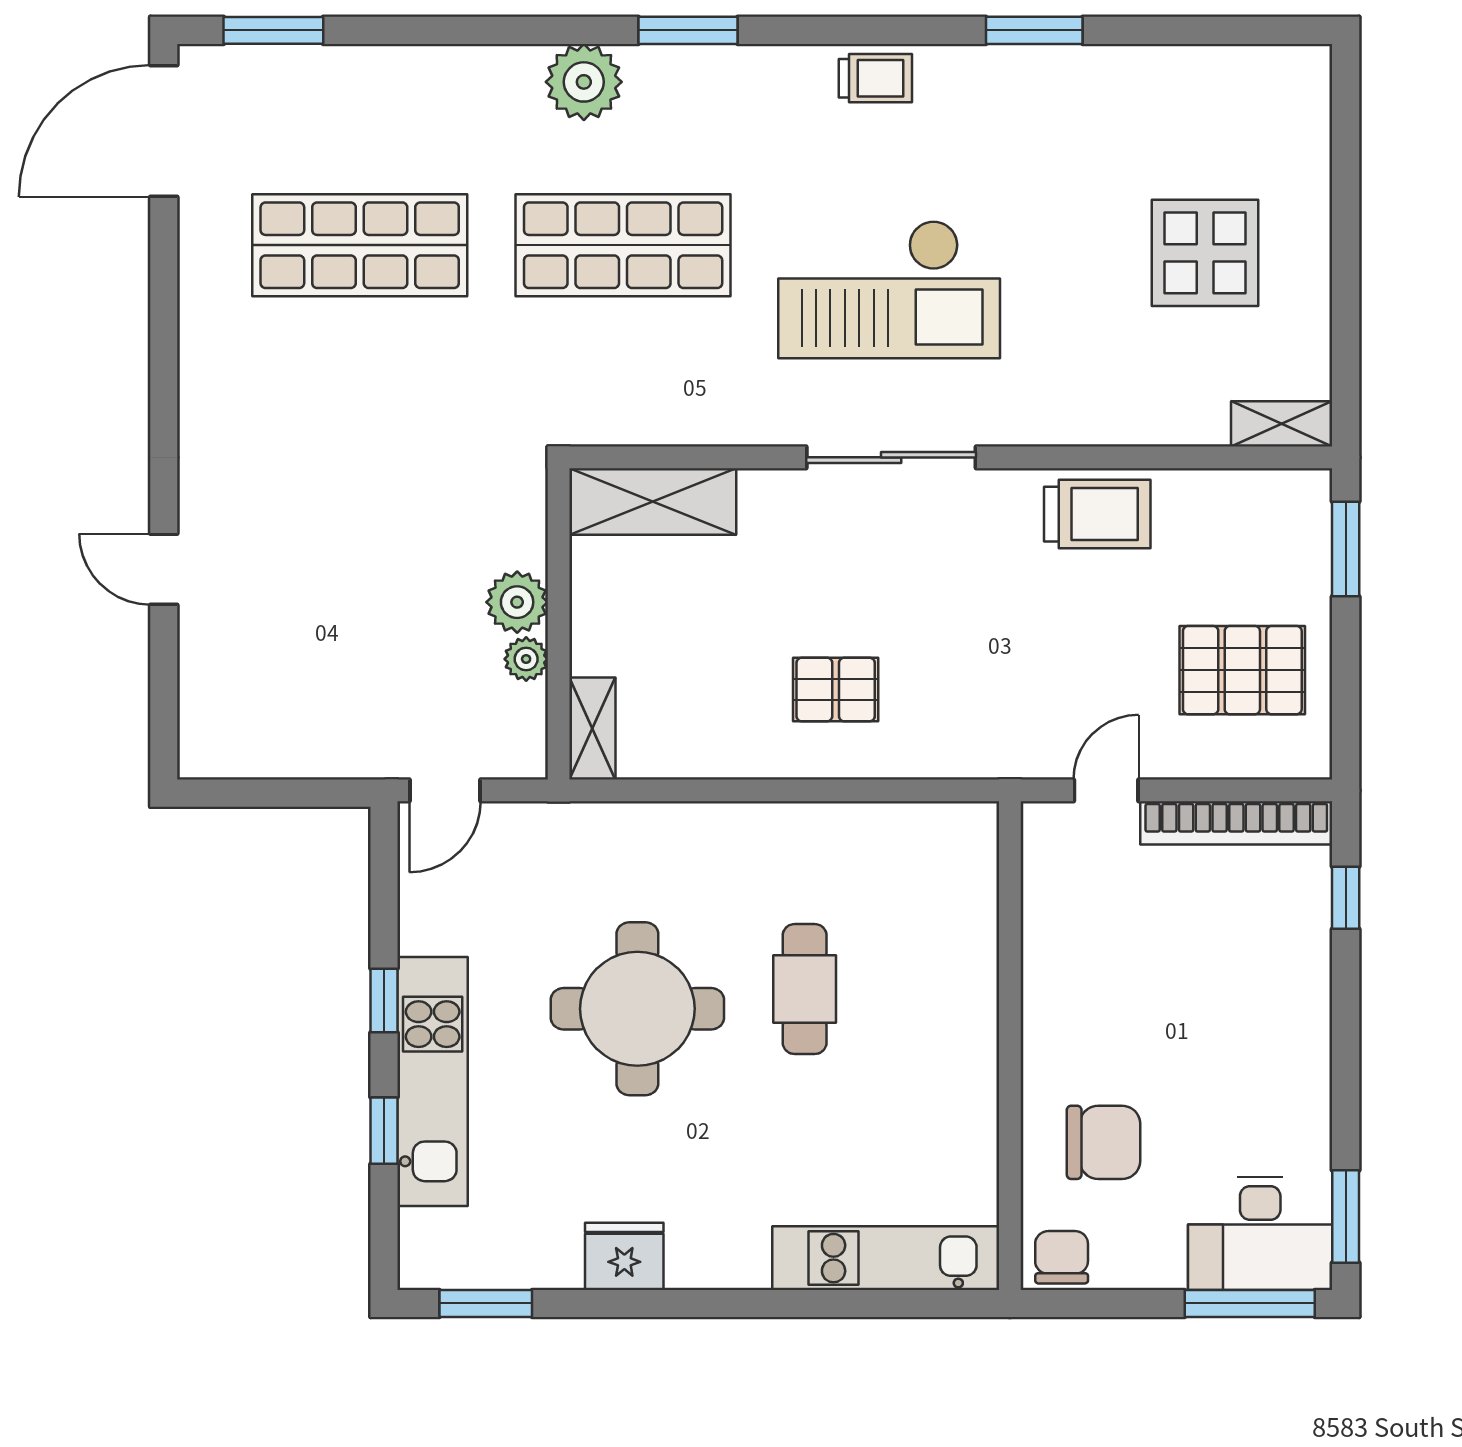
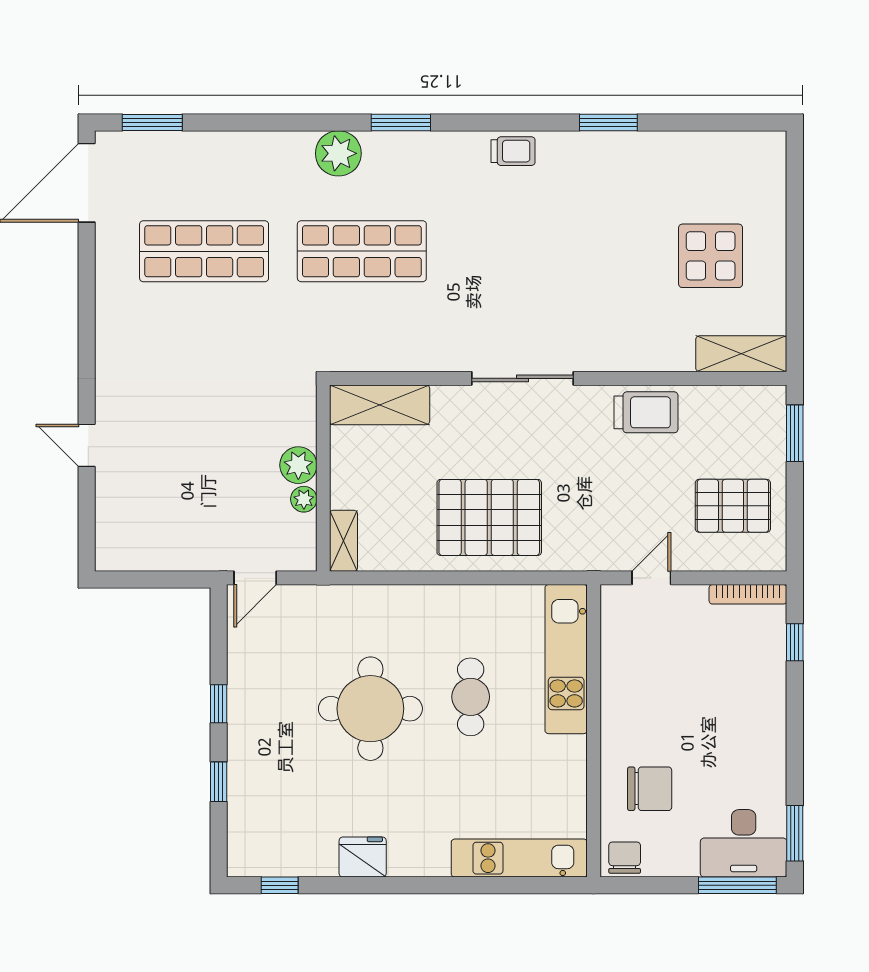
checkout: (889, 289) -> (521, 278), removed
shelving: (1282, 424) -> (741, 354), width x1.50, depth x1.33
pallet: (836, 690) -> (489, 517), width x2.05, depth x2.00
bookcase: (1236, 823) -> (748, 594), width x0.68, depth x0.76
kitchen unit: (433, 1082) -> (566, 659), moved, turned 180
window: (486, 1303) -> (280, 885), width x0.67

